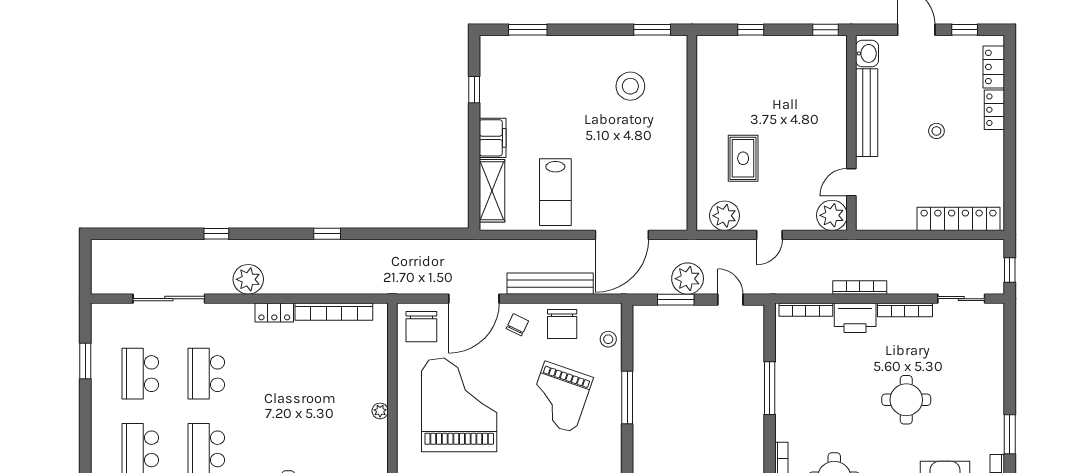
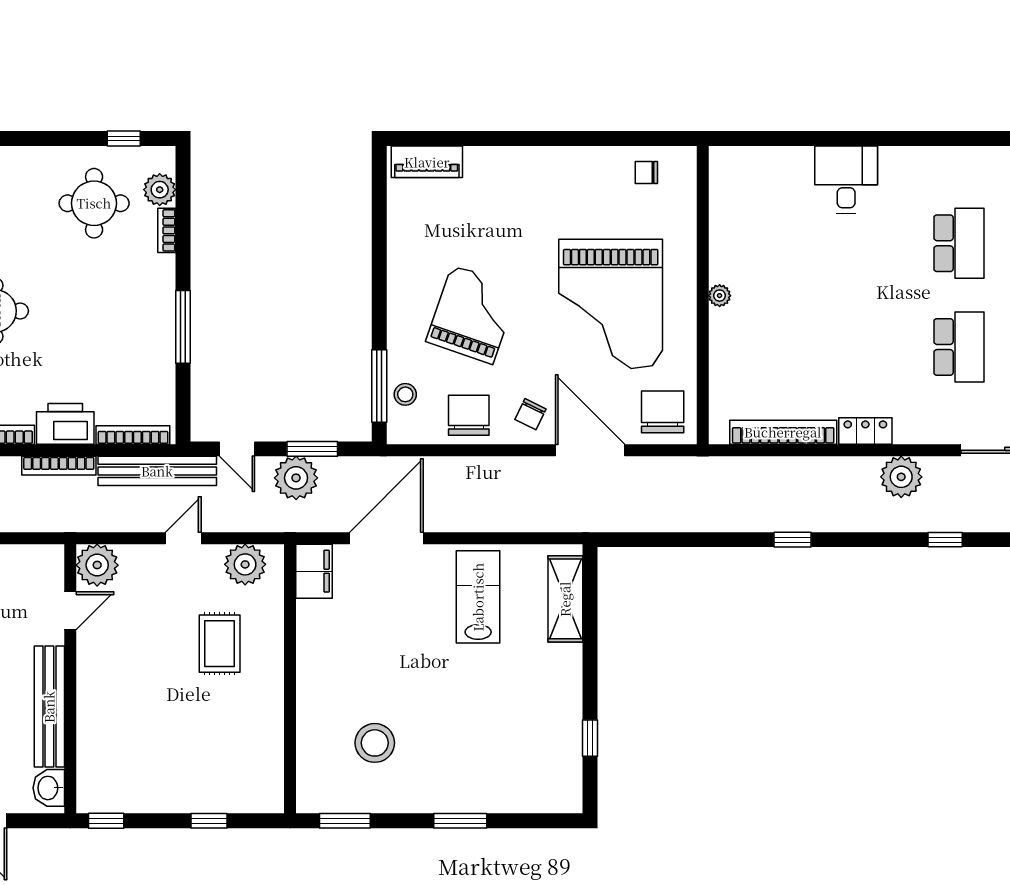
window: (528, 30) -> (460, 821), moved
filing cabinet: (493, 138) -> (314, 571), moved, turned 180
bench: (550, 284) -> (157, 471), moved
door: (474, 299) -> (590, 450), hinge flipped
window: (627, 397) -> (379, 386), moved

